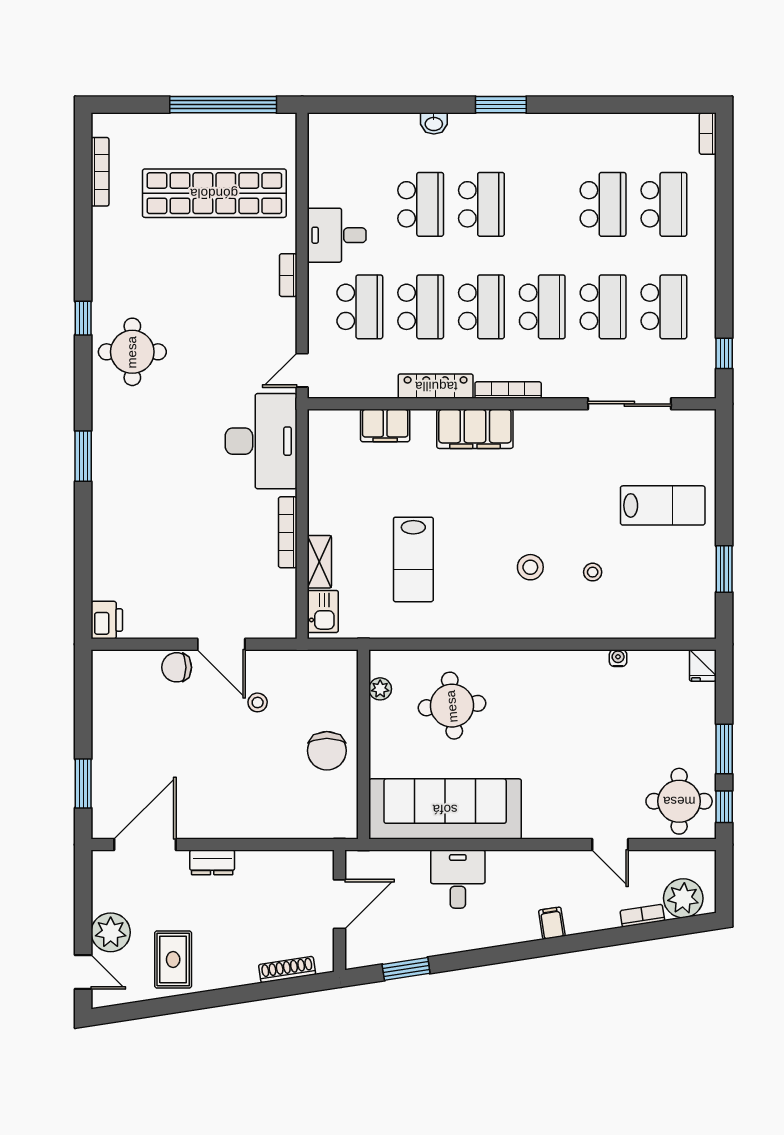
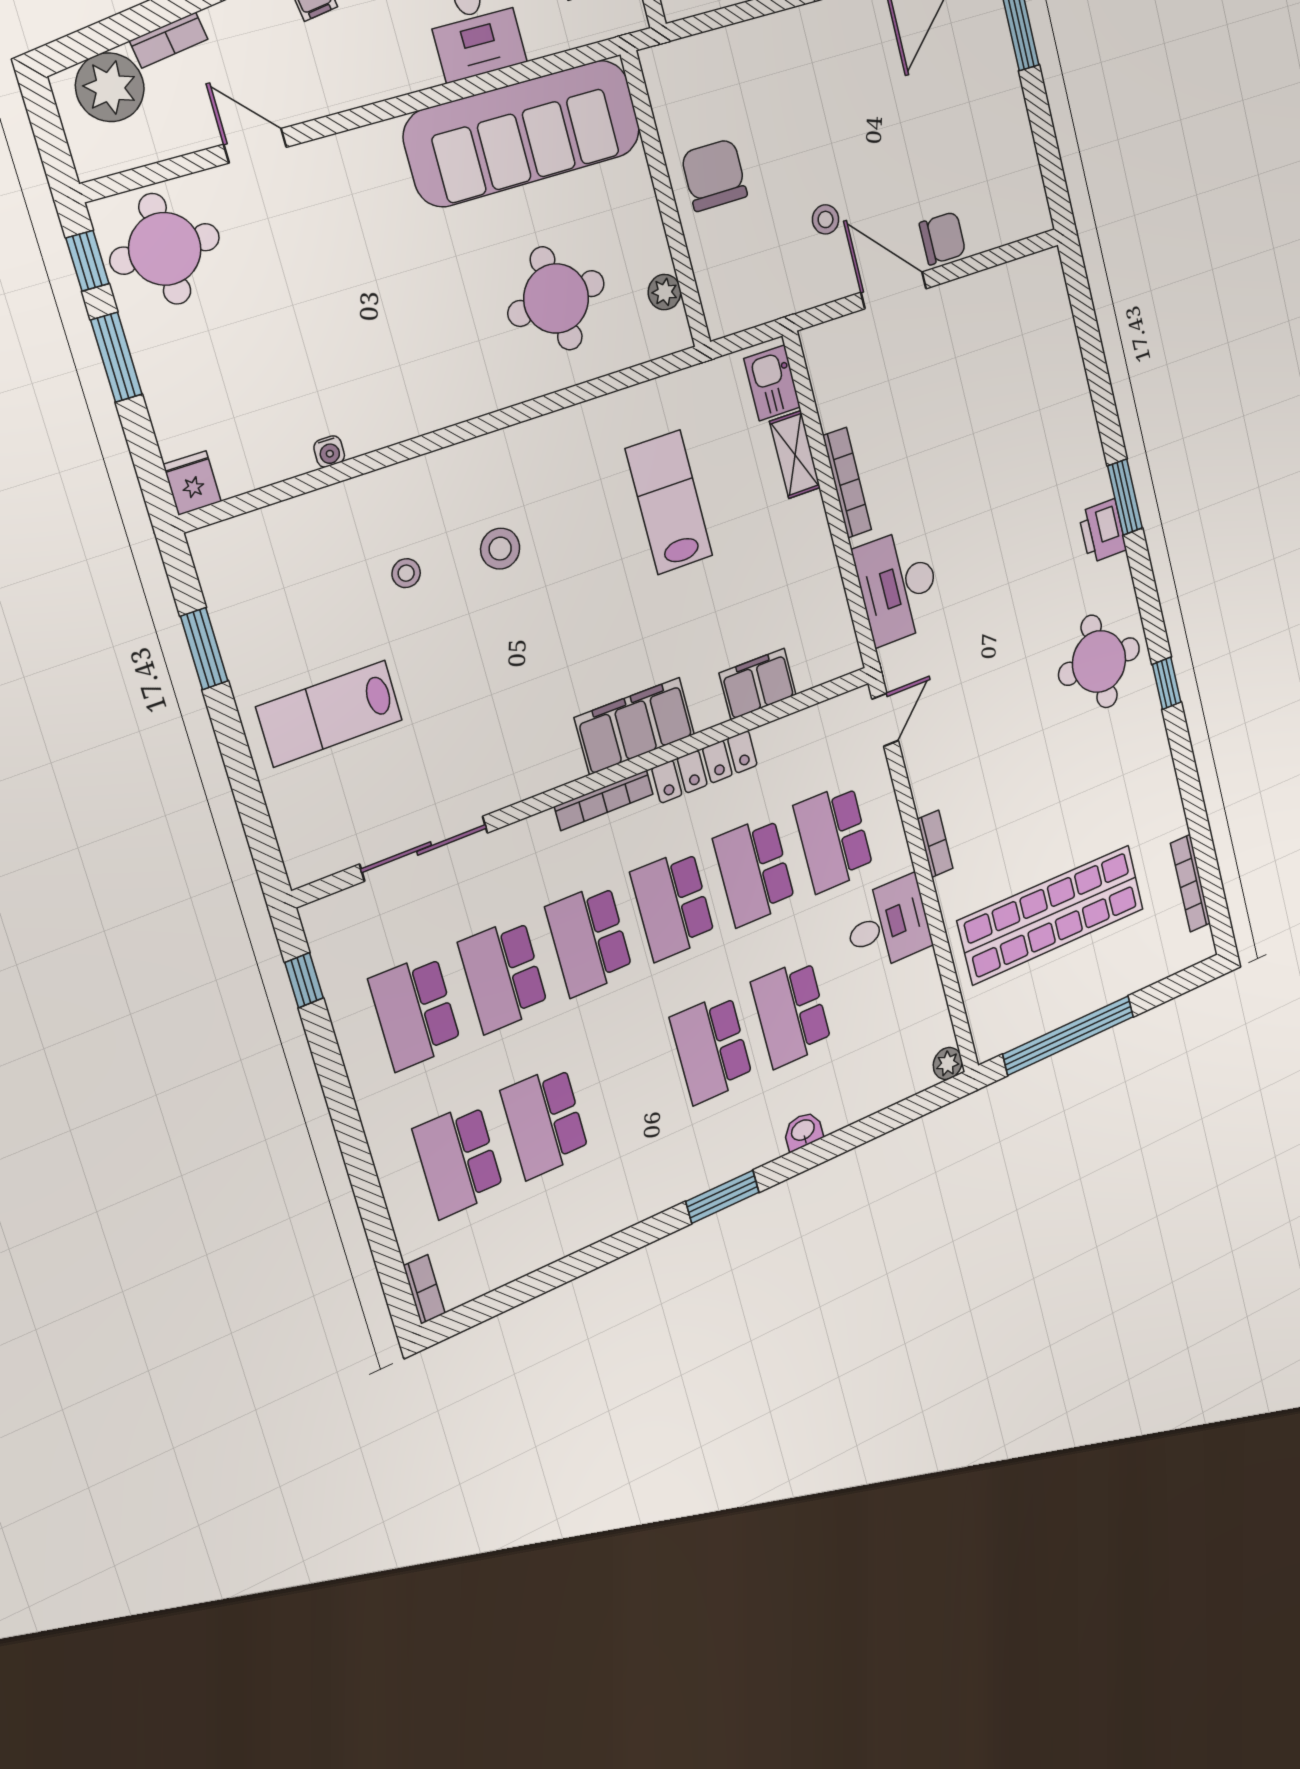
plant: (319, 124) -> (948, 1063), added
desk: (261, 441) -> (898, 586), width x0.73, depth x0.77
printer: (107, 620) -> (1102, 531), moved

